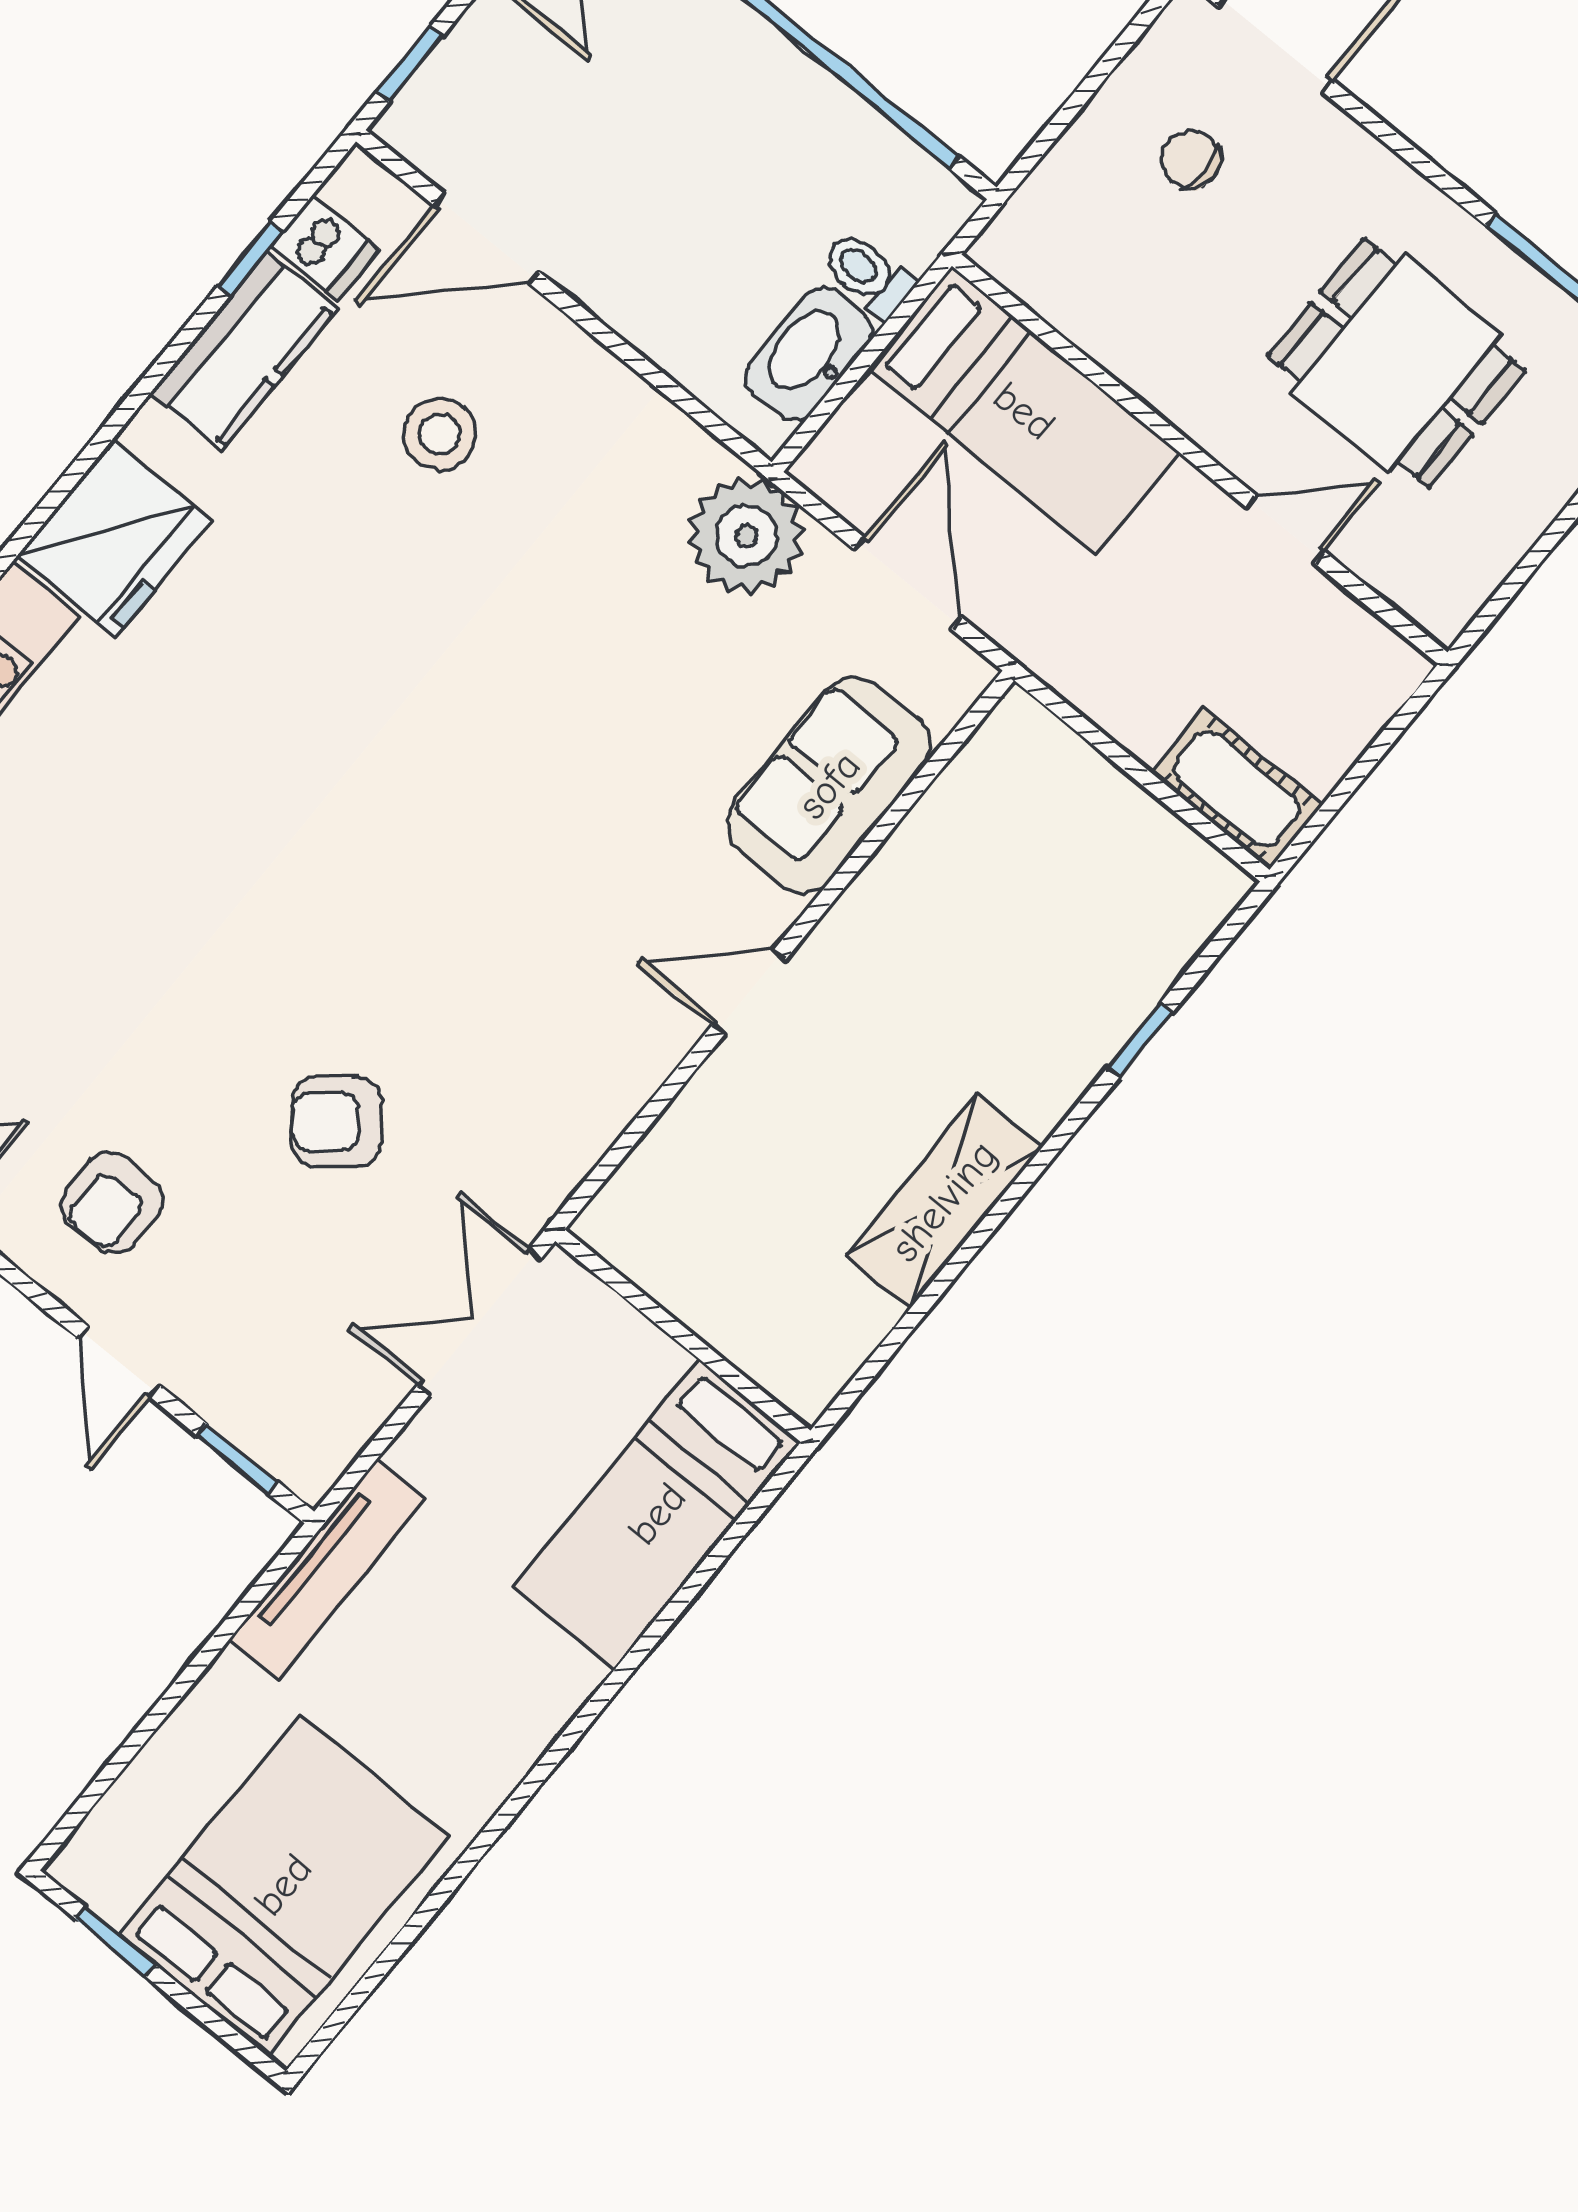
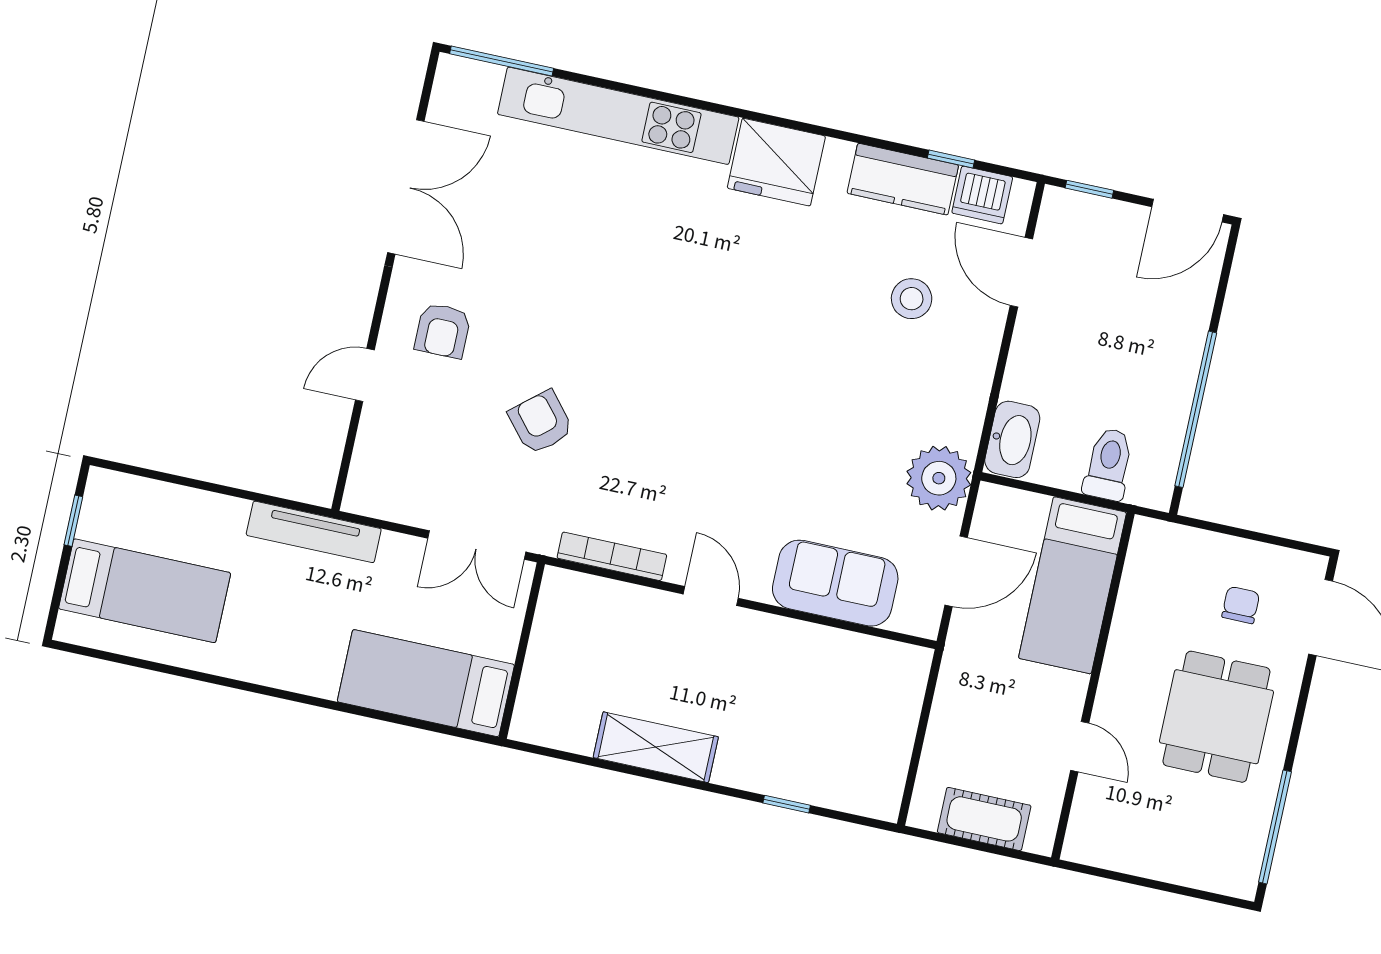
dishwasher: (325, 248) -> (982, 195), width x1.38
toilet: (868, 274) -> (1109, 464), width x1.37, depth x1.39
washbasin: (809, 354) -> (1012, 439), moved, turned 90
dining table: (1396, 363) -> (1216, 717), moved
cot: (1237, 789) -> (984, 819), moved, turned 90
bookcase: (606, 1117) -> (612, 556), added
armchair: (112, 1203) -> (443, 331), turned -90
double door: (479, 1322) -> (477, 545), swing flipped
window: (237, 1458) -> (347, 459), removed
bed: (283, 1885) -> (145, 591), width x0.67

